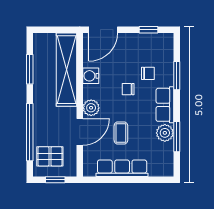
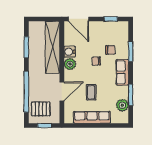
door: (103, 30) -> (79, 19), hinge flipped
plant: (91, 108) -> (70, 64), moved
plant: (165, 133) -> (122, 105), moved

